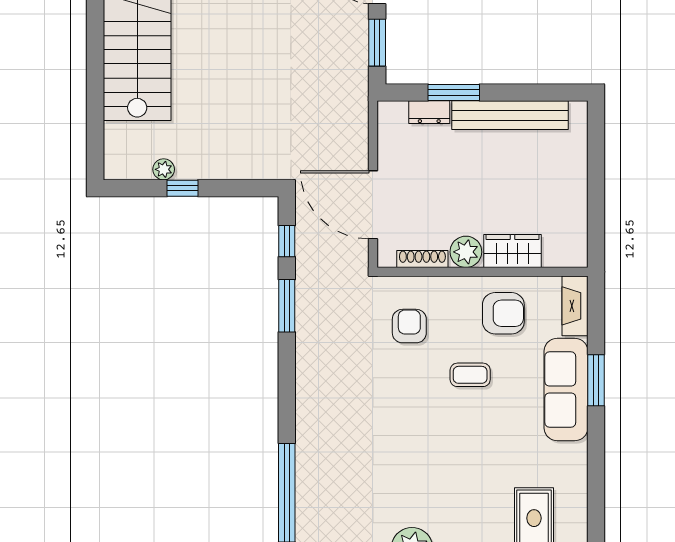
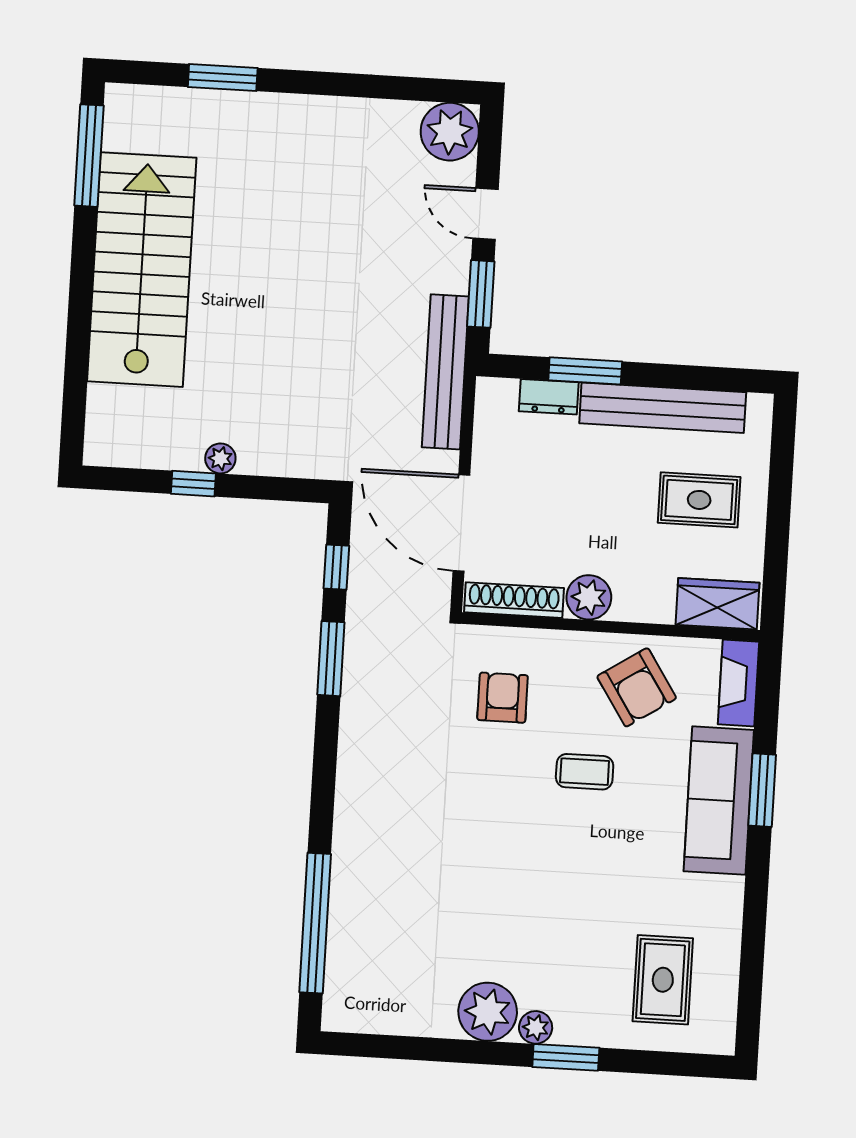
bench: (355, 99) -> (445, 372), added
plant: (164, 169) -> (220, 458), moved
rug: (539, 179) -> (699, 500), added
wardrobe: (513, 251) -> (717, 604), moved
shoe rack: (422, 259) -> (514, 600), width x1.36, depth x1.24
armchair: (503, 313) -> (637, 687), turned 57

